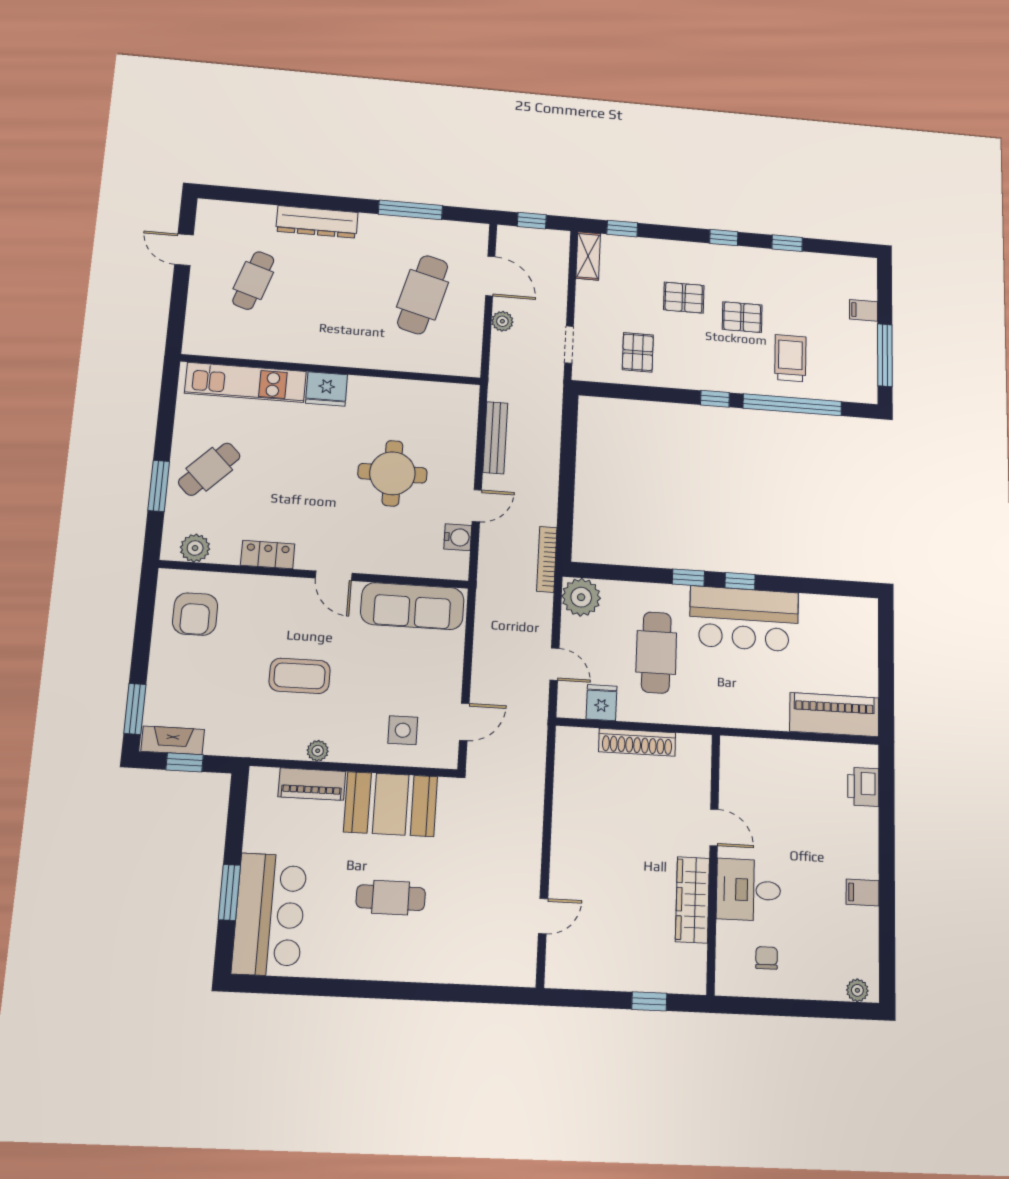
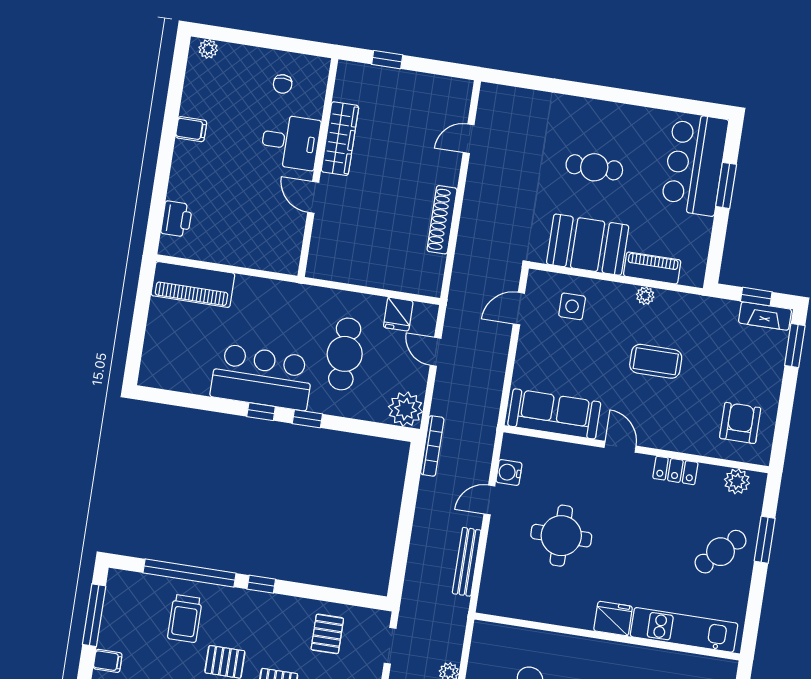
shoe rack: (637, 742) -> (442, 220), moved, turned -90

